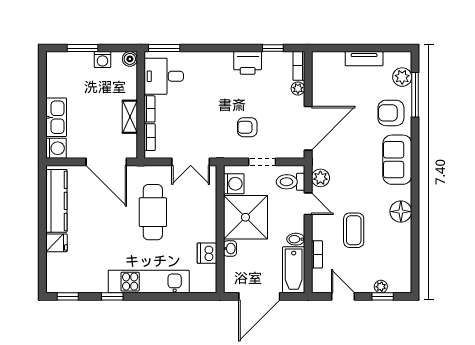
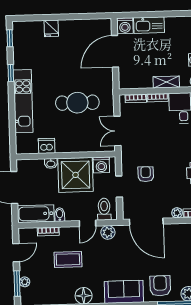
shelving: (130, 117) -> (166, 82), moved
door: (106, 162) -> (115, 51), moved
kitchen counter: (56, 201) -> (84, 27), removed
window: (383, 296) -> (17, 284), width x1.50

